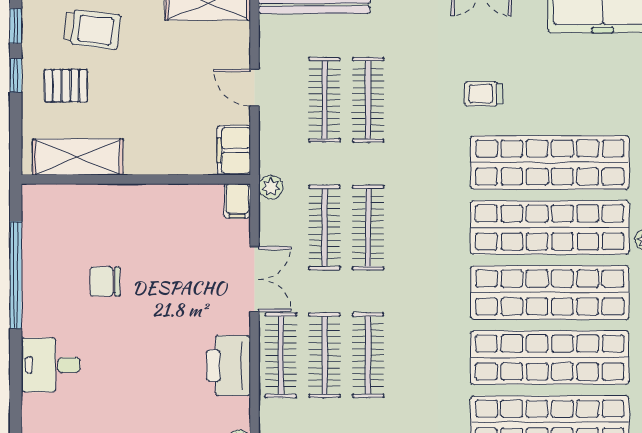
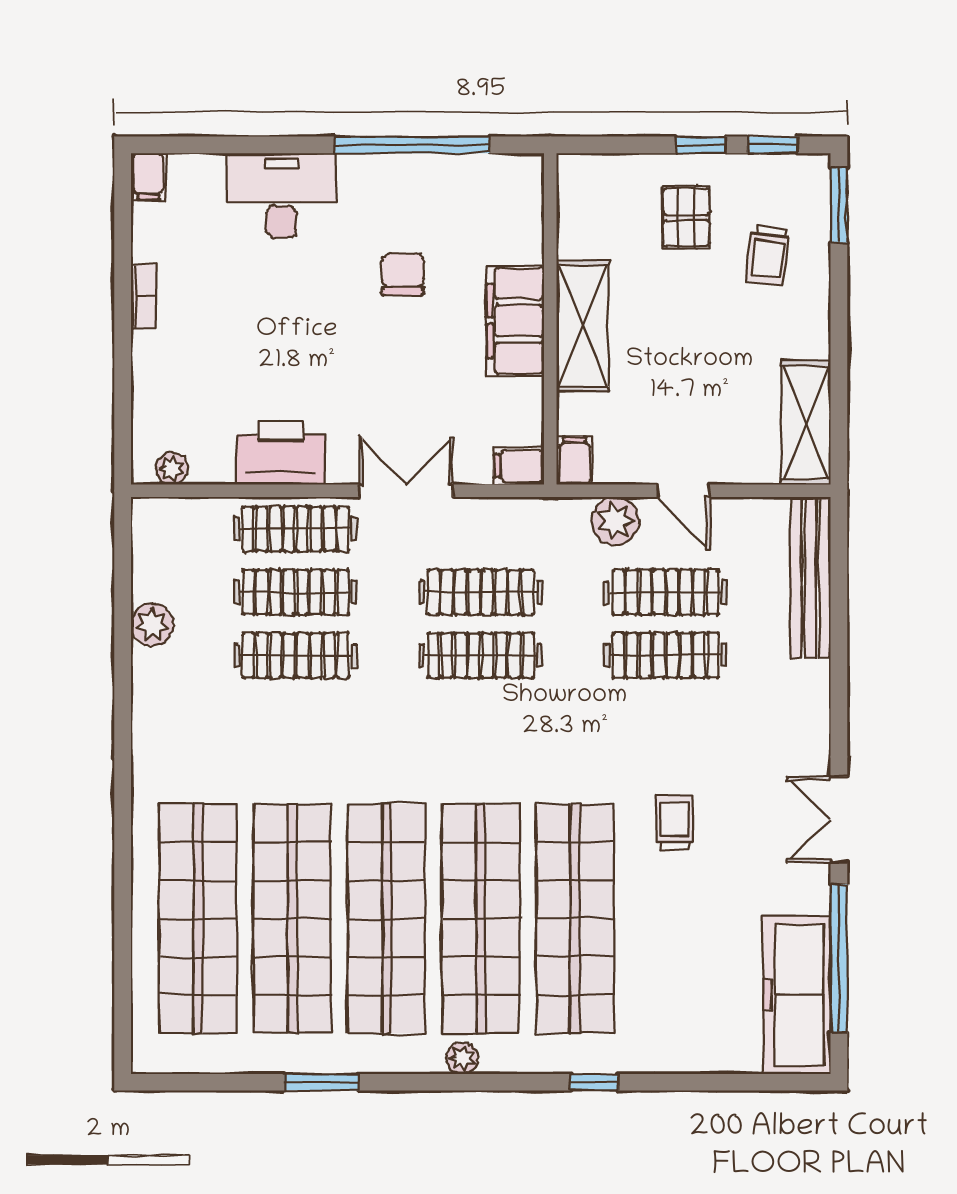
trolley: (92, 29) -> (768, 255), width x0.73, depth x0.72
door: (255, 88) -> (683, 491), swing flipped
filing cabinet: (234, 150) -> (574, 461), width x0.50
shelving: (78, 157) -> (583, 326), moved
plant: (271, 187) -> (615, 521), moved, width x1.38, depth x1.38
filing cabinet: (137, 204) -> (515, 321), added
double door: (255, 279) -> (406, 491), swing flipped
desk: (51, 365) -> (282, 196), width x1.37

